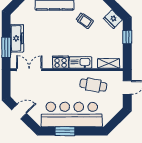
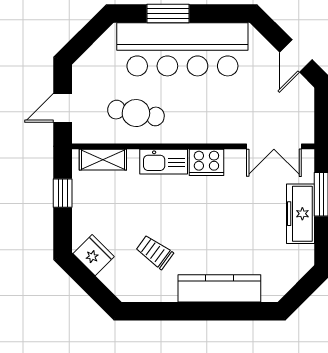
window: (127, 37) -> (63, 193), moved
door: (19, 111) -> (296, 56), hinge flipped
window: (65, 131) -> (168, 13), moved

